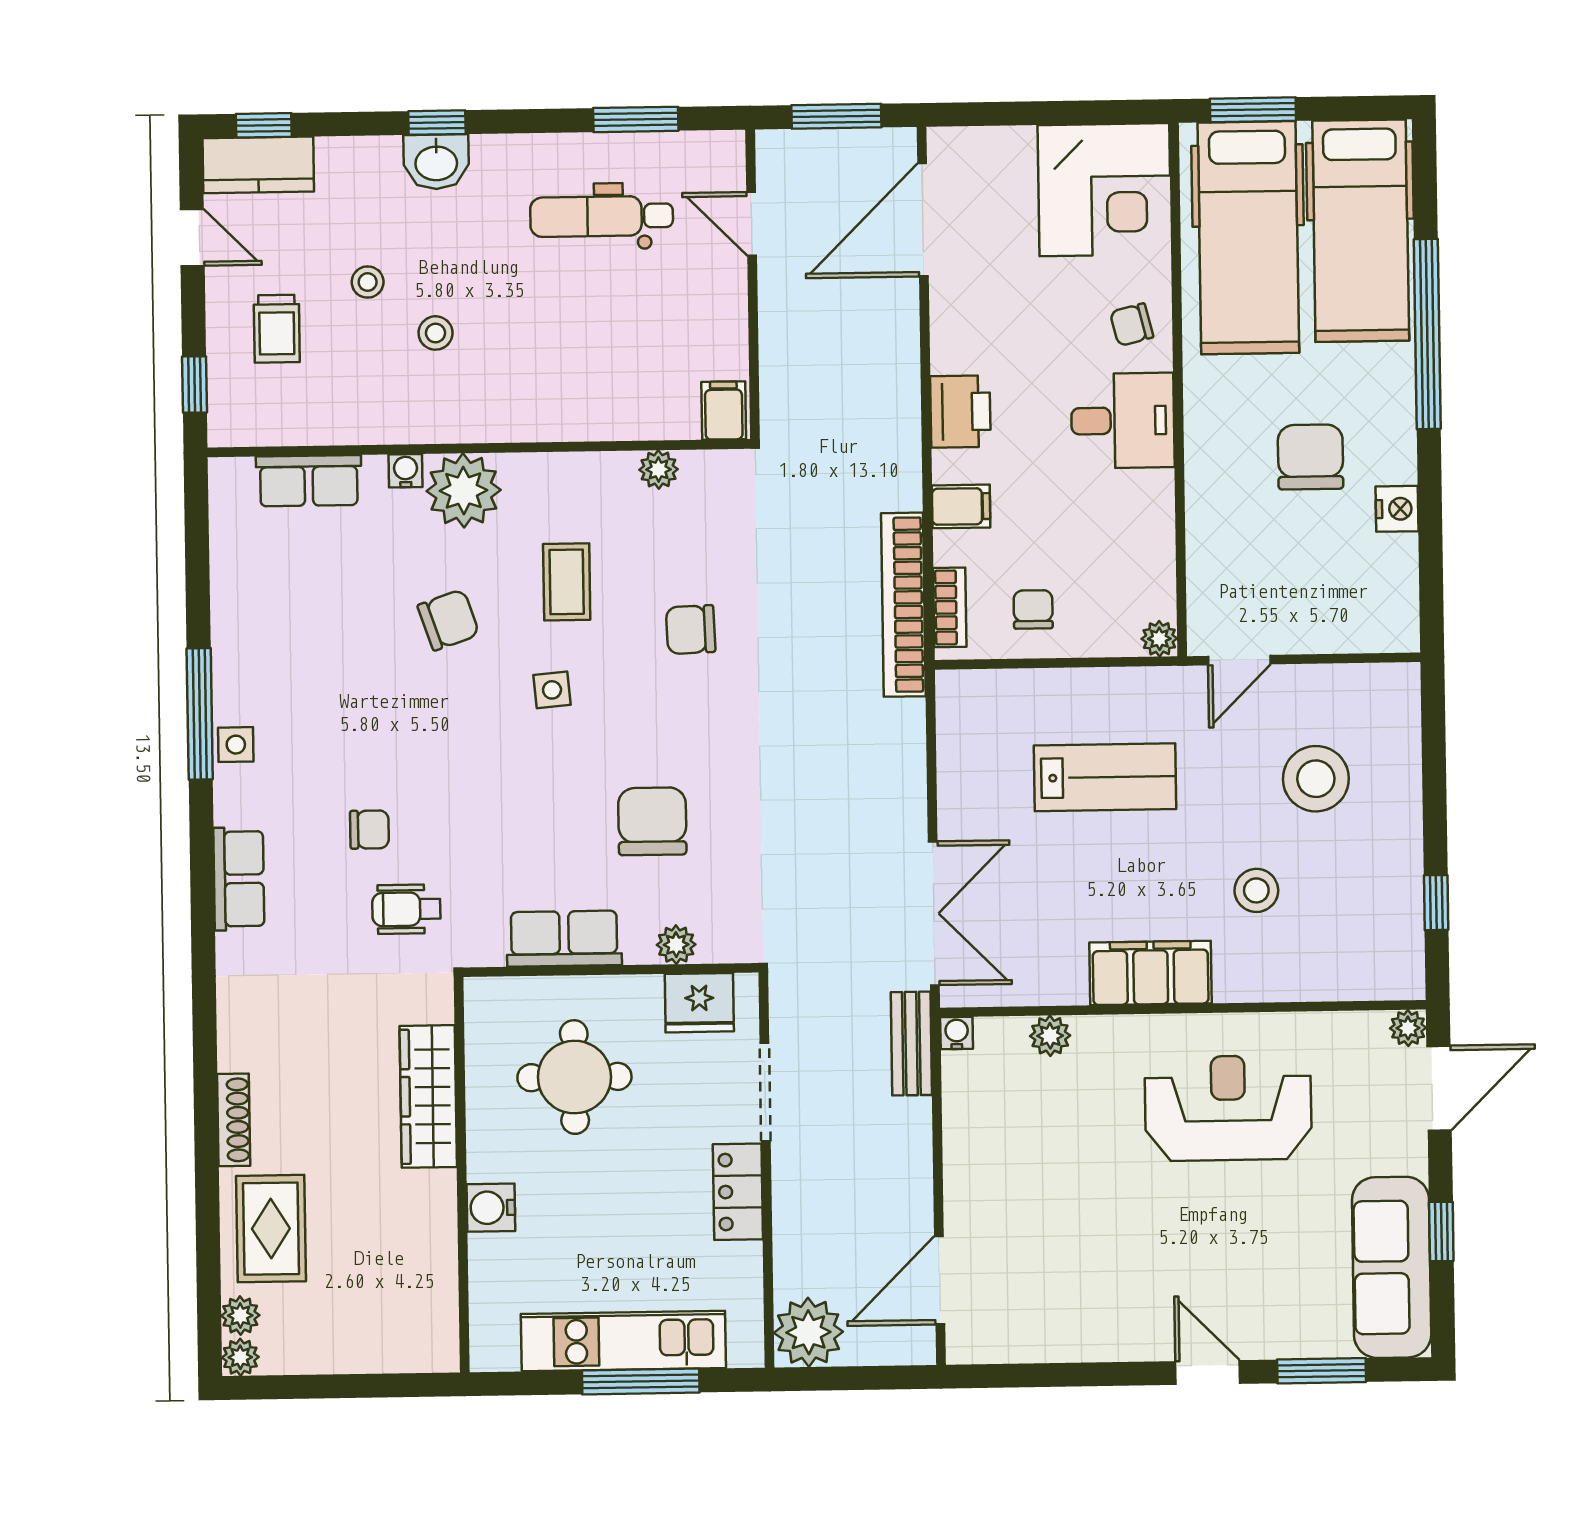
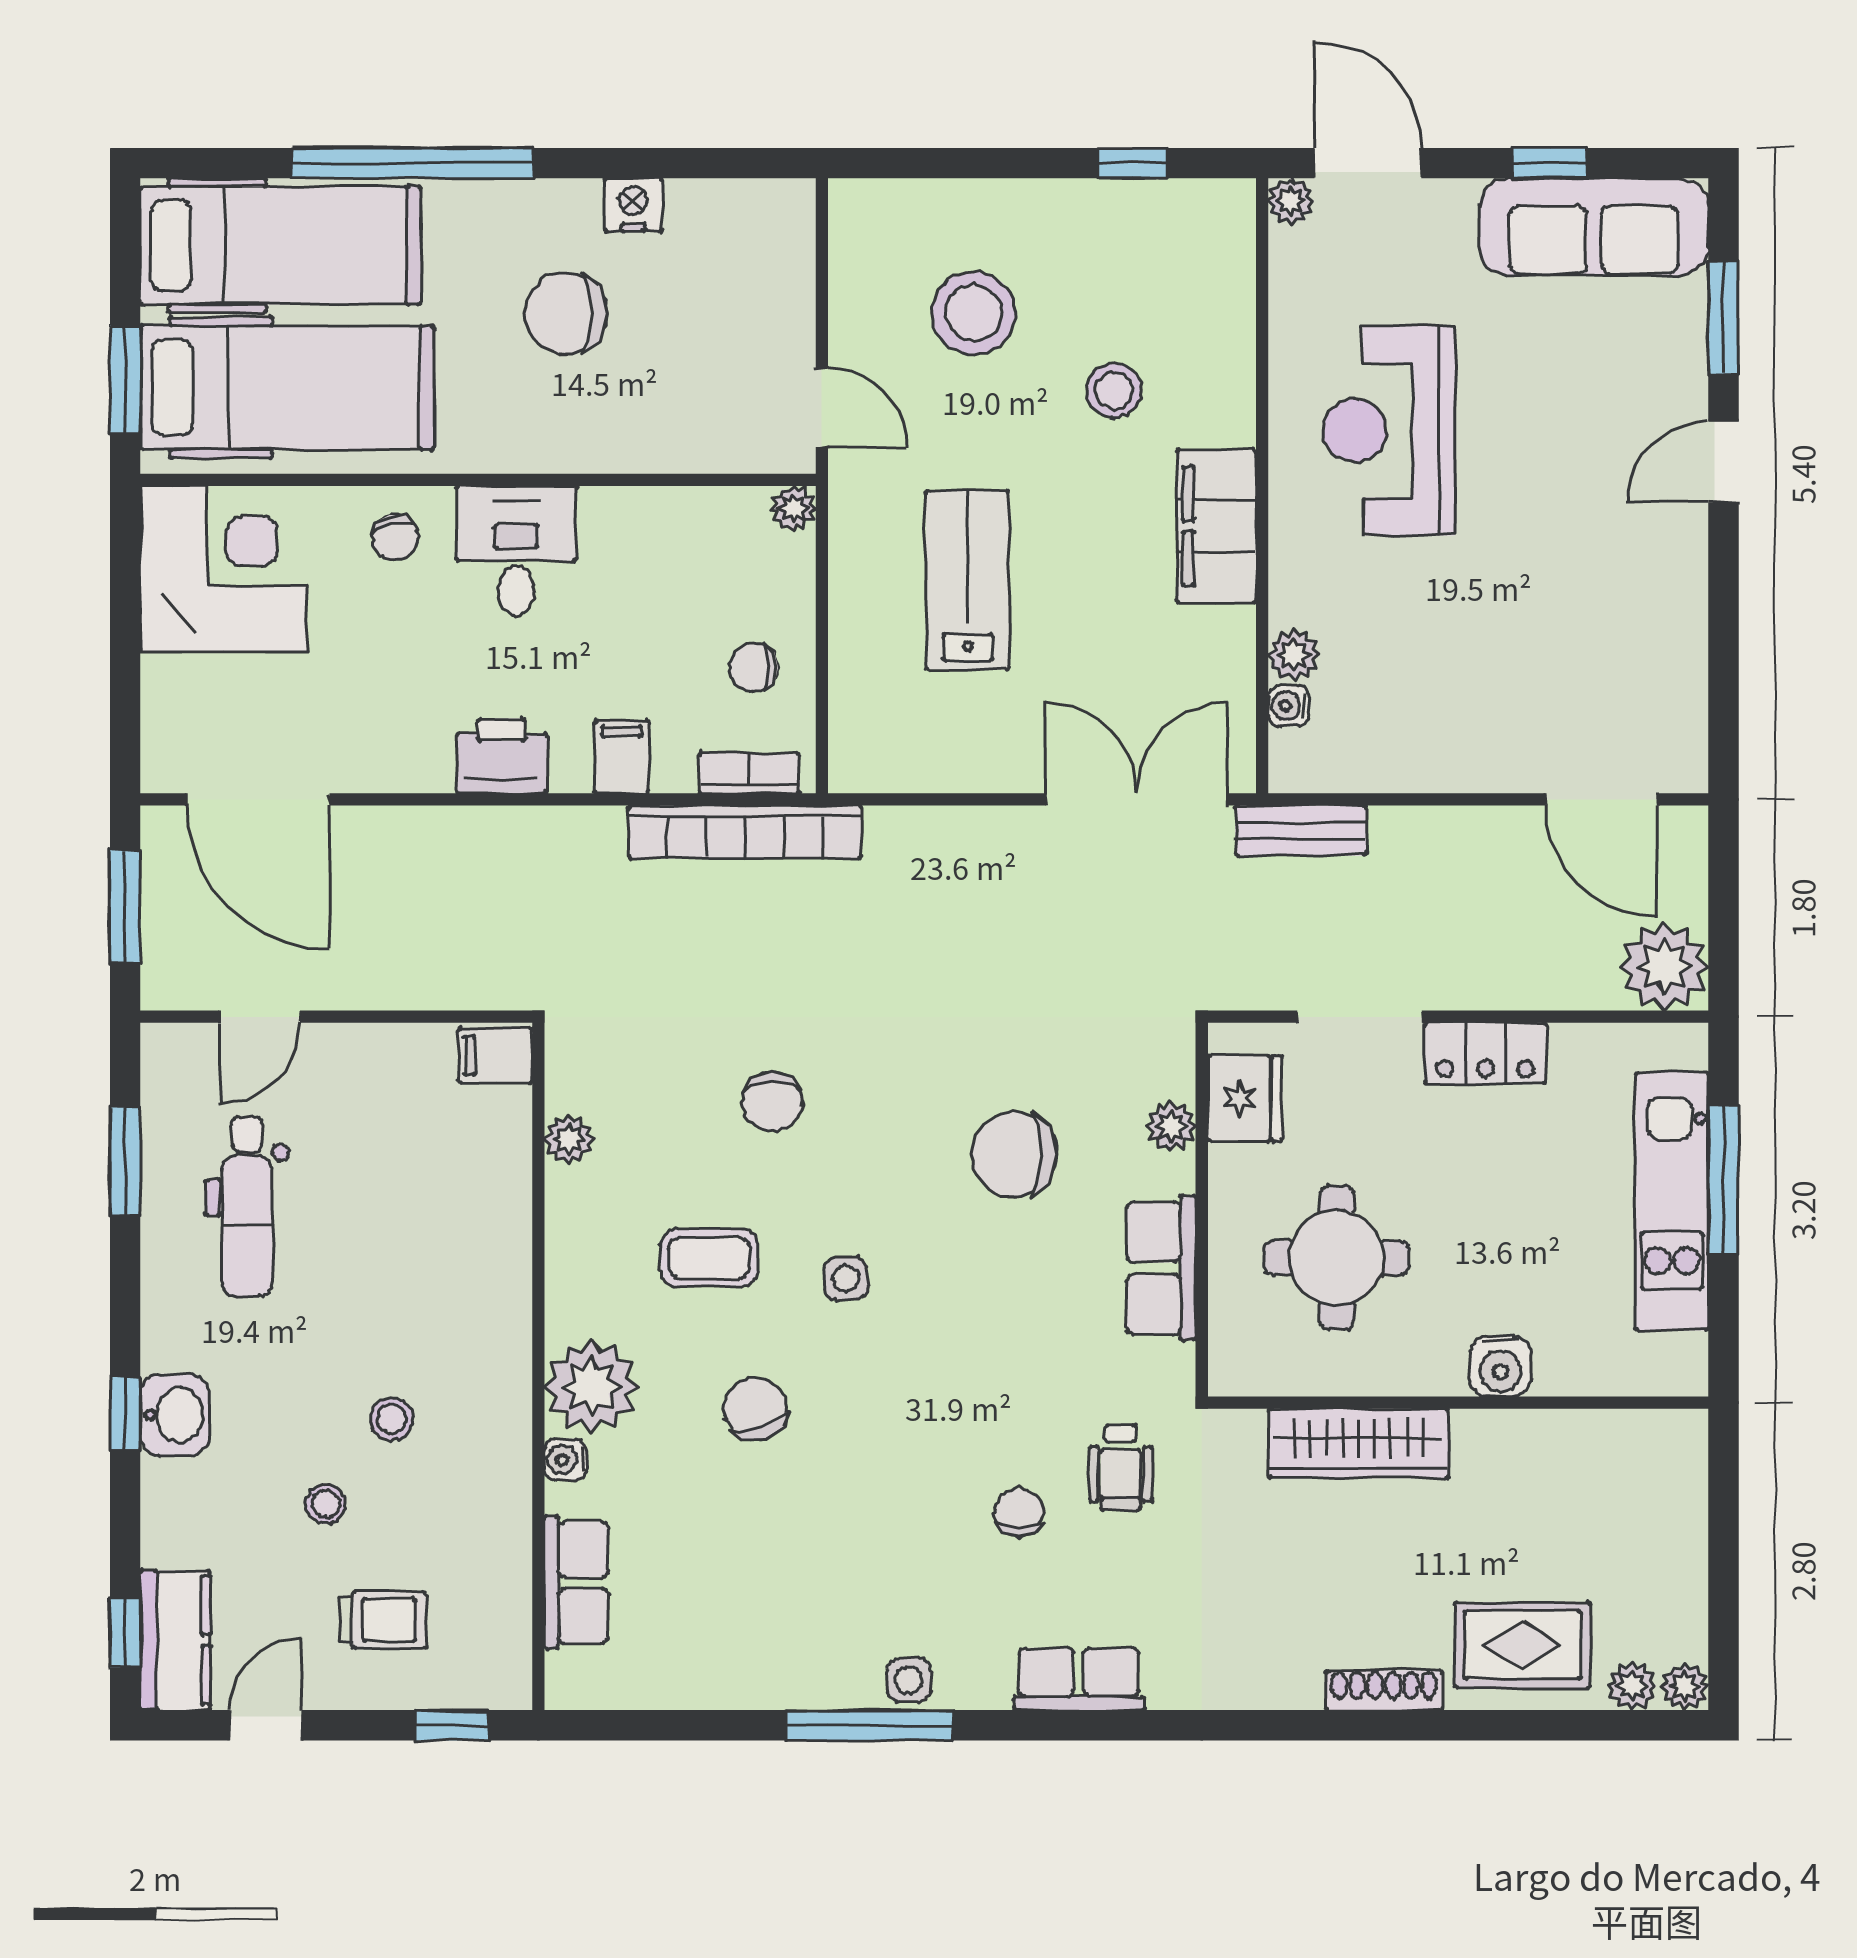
water cooler: (957, 1033) -> (1289, 706), moved

